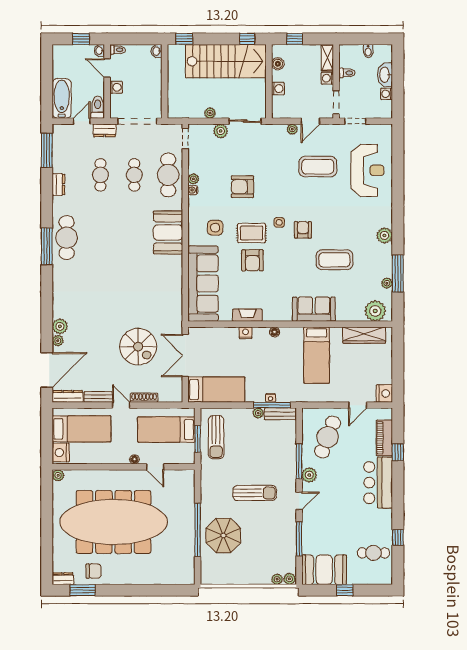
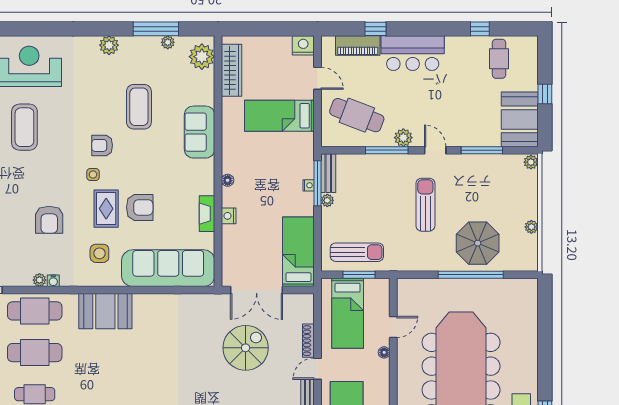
cafe table: (134, 175) -> (35, 353), width x1.37, depth x1.35
bed: (317, 355) -> (279, 116), moved, turned 180
plant: (277, 579) -> (531, 227), moved

